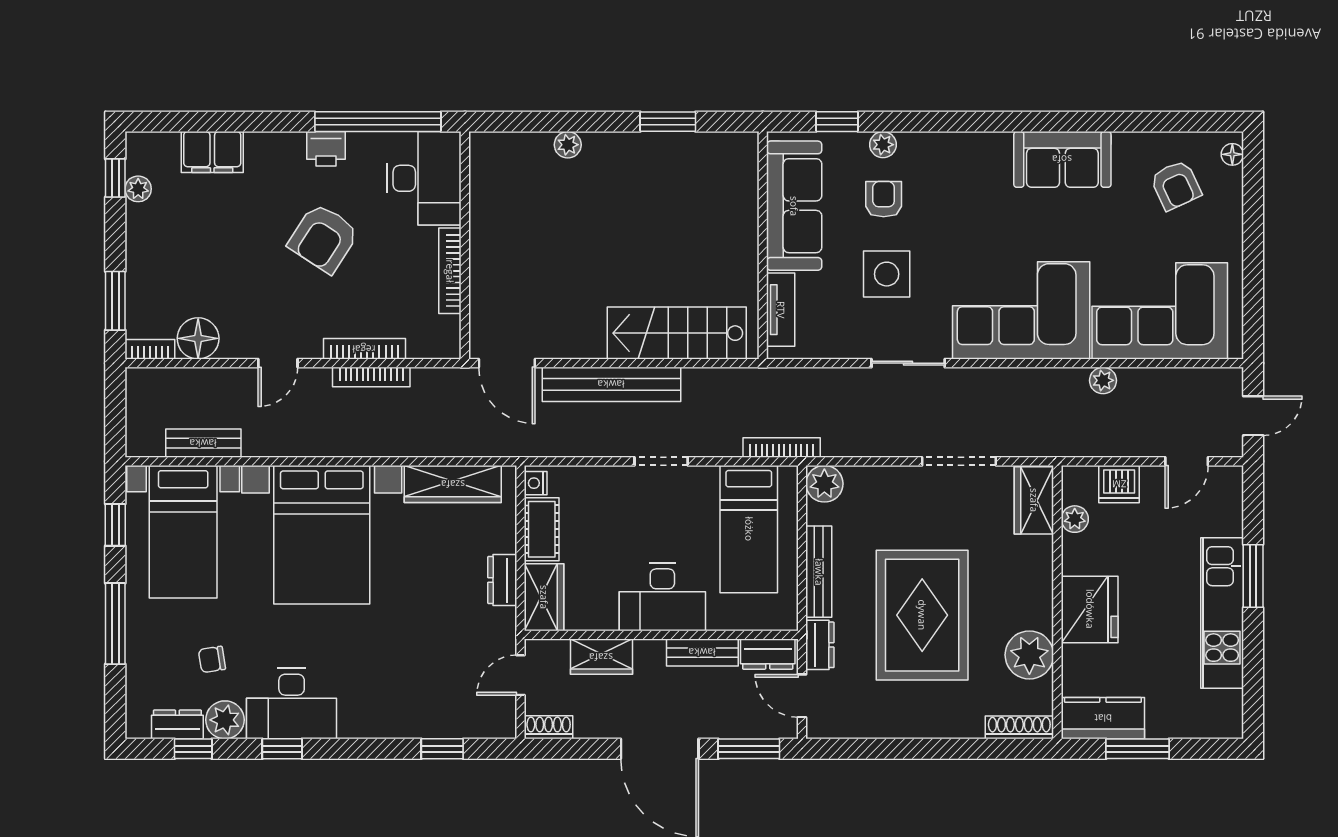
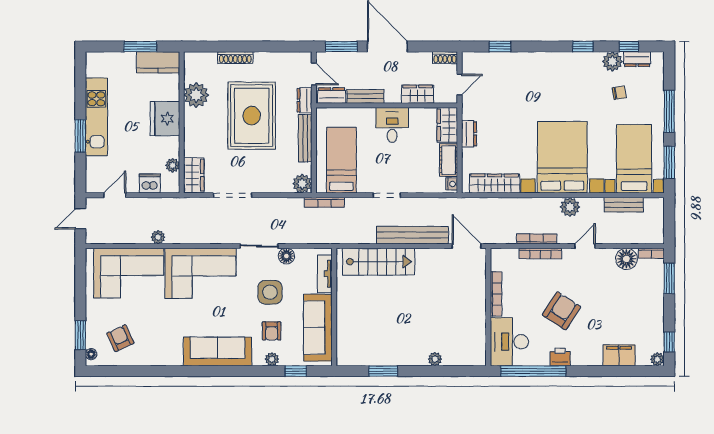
sofa: (1062, 159) -> (218, 352), moved, width x1.36
plant: (138, 189) -> (657, 359), moved
window: (1253, 191) -> (80, 335), added
floor lamp: (855, 344) -> (286, 256), added
plant: (307, 439) -> (570, 207), added
window: (115, 525) -> (669, 162), width x1.50
desk: (662, 597) -> (392, 125), width x0.73
desk: (292, 704) -> (578, 70), removed
shoe rack: (1019, 727) -> (235, 58), moved

